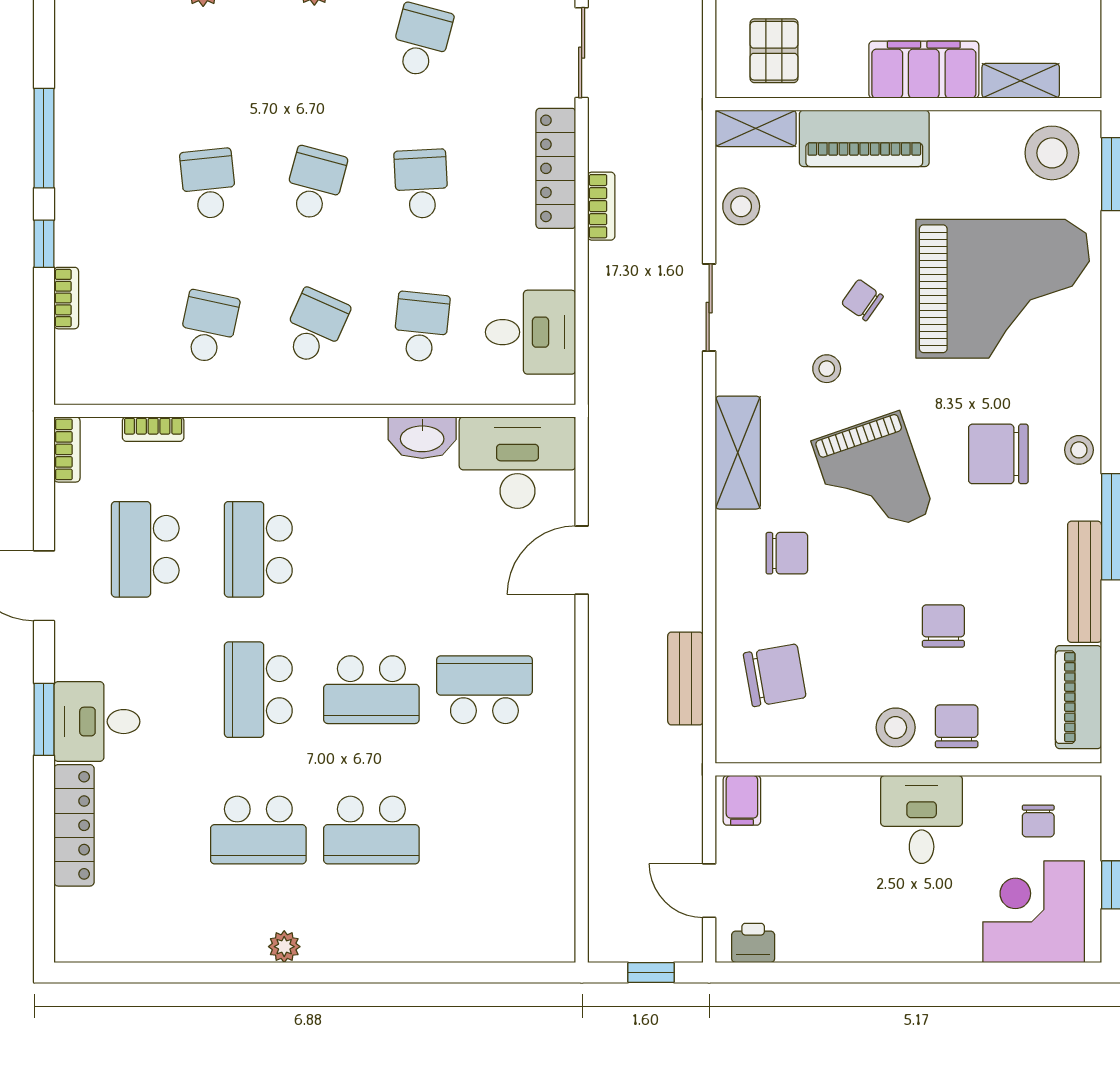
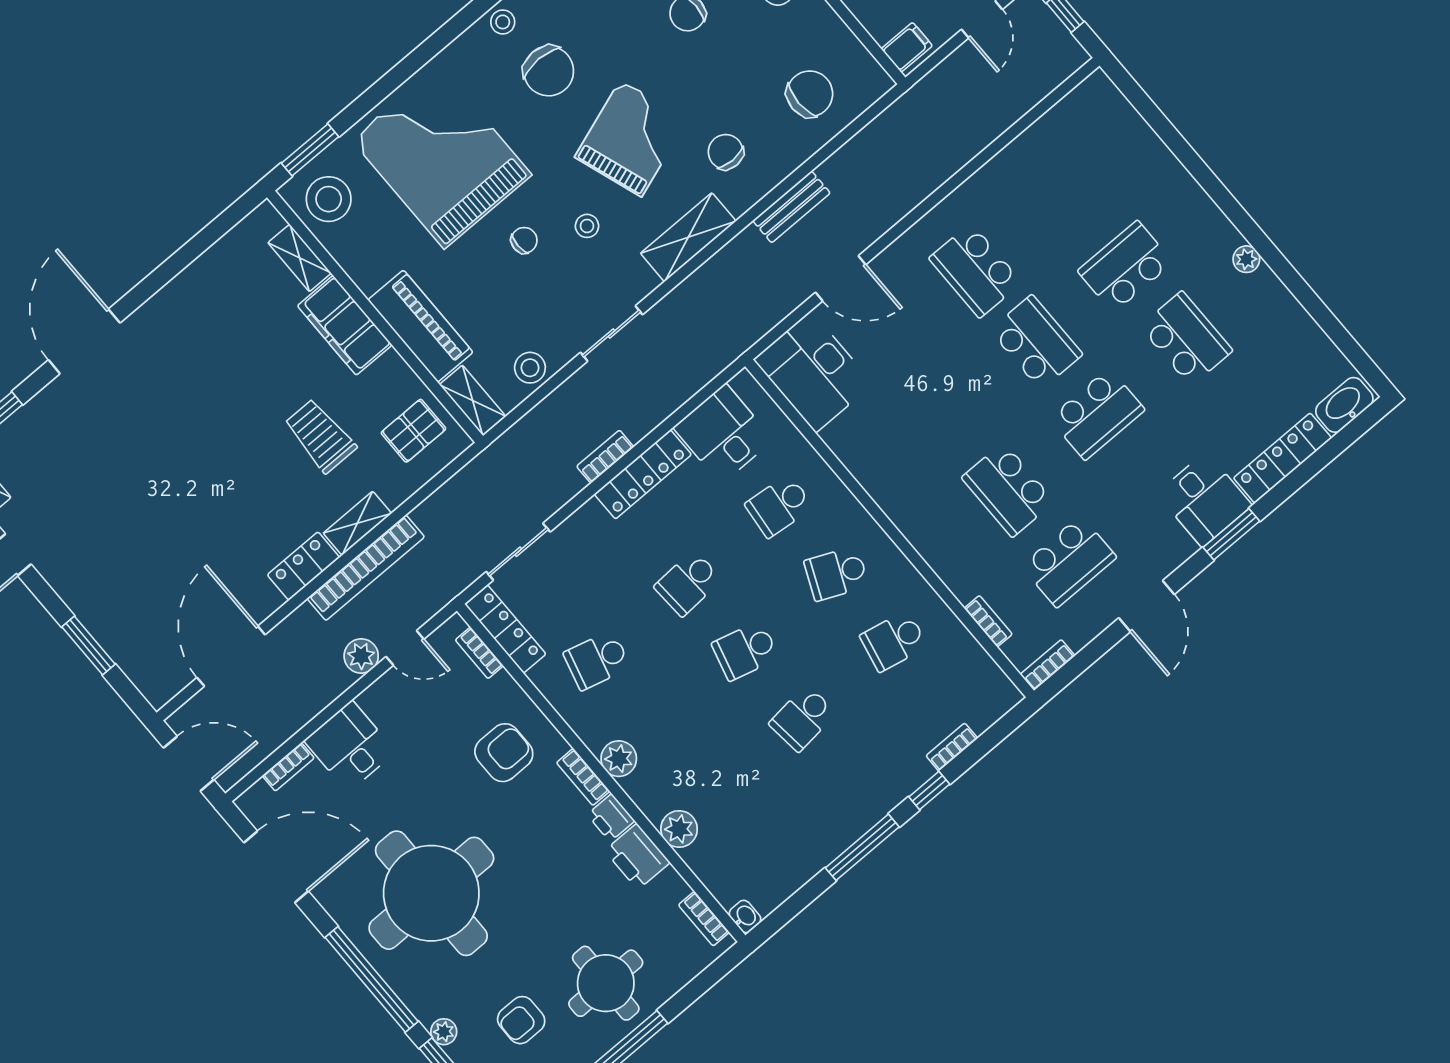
locker: (556, 168) -> (643, 474), moved
chair: (862, 300) -> (524, 240), turned -125
washbasin: (422, 438) -> (1344, 405), moved, turned -90
school desk: (258, 549) -> (1008, 490), turned 90
chair: (775, 675) -> (810, 94), turned 100
bench: (685, 678) -> (791, 207), moved
school desk: (371, 830) -> (1125, 267), turned -90

